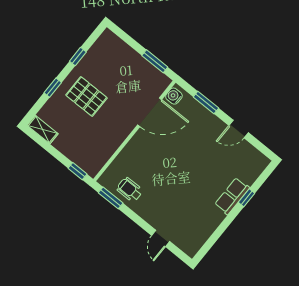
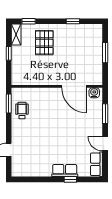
window: (155, 61) -> (105, 53), moved
window: (53, 88) -> (29, 21), moved
pallet: (86, 96) -> (44, 43), moved
row of seats: (253, 156) -> (97, 164), added
window: (78, 171) -> (9, 53), moved

